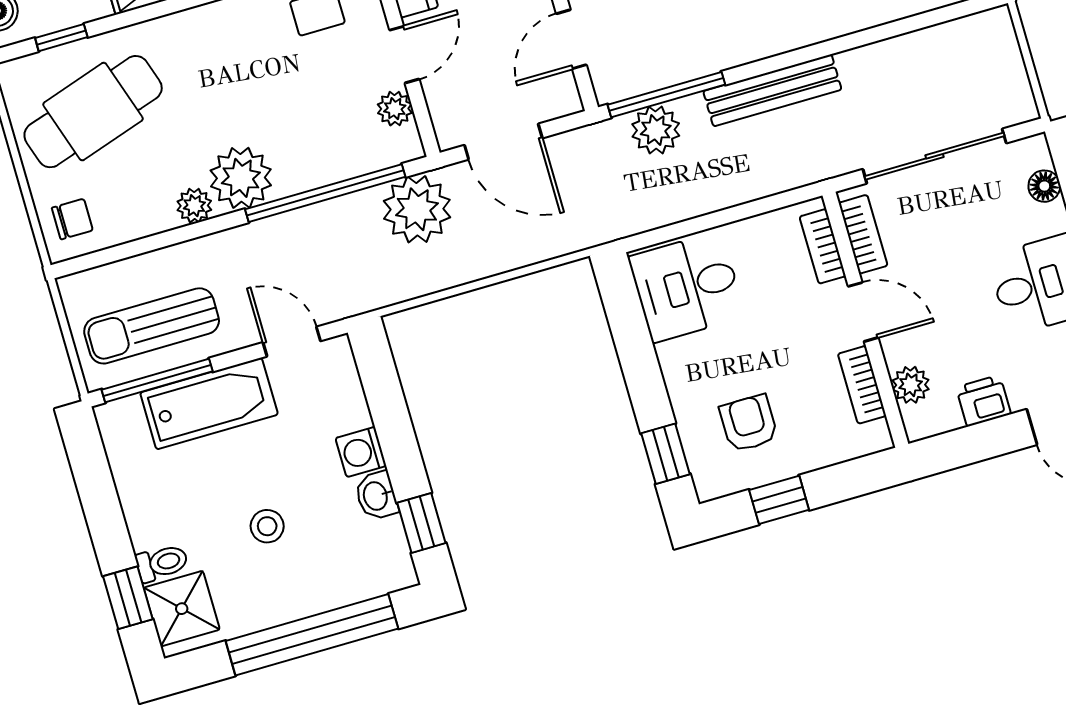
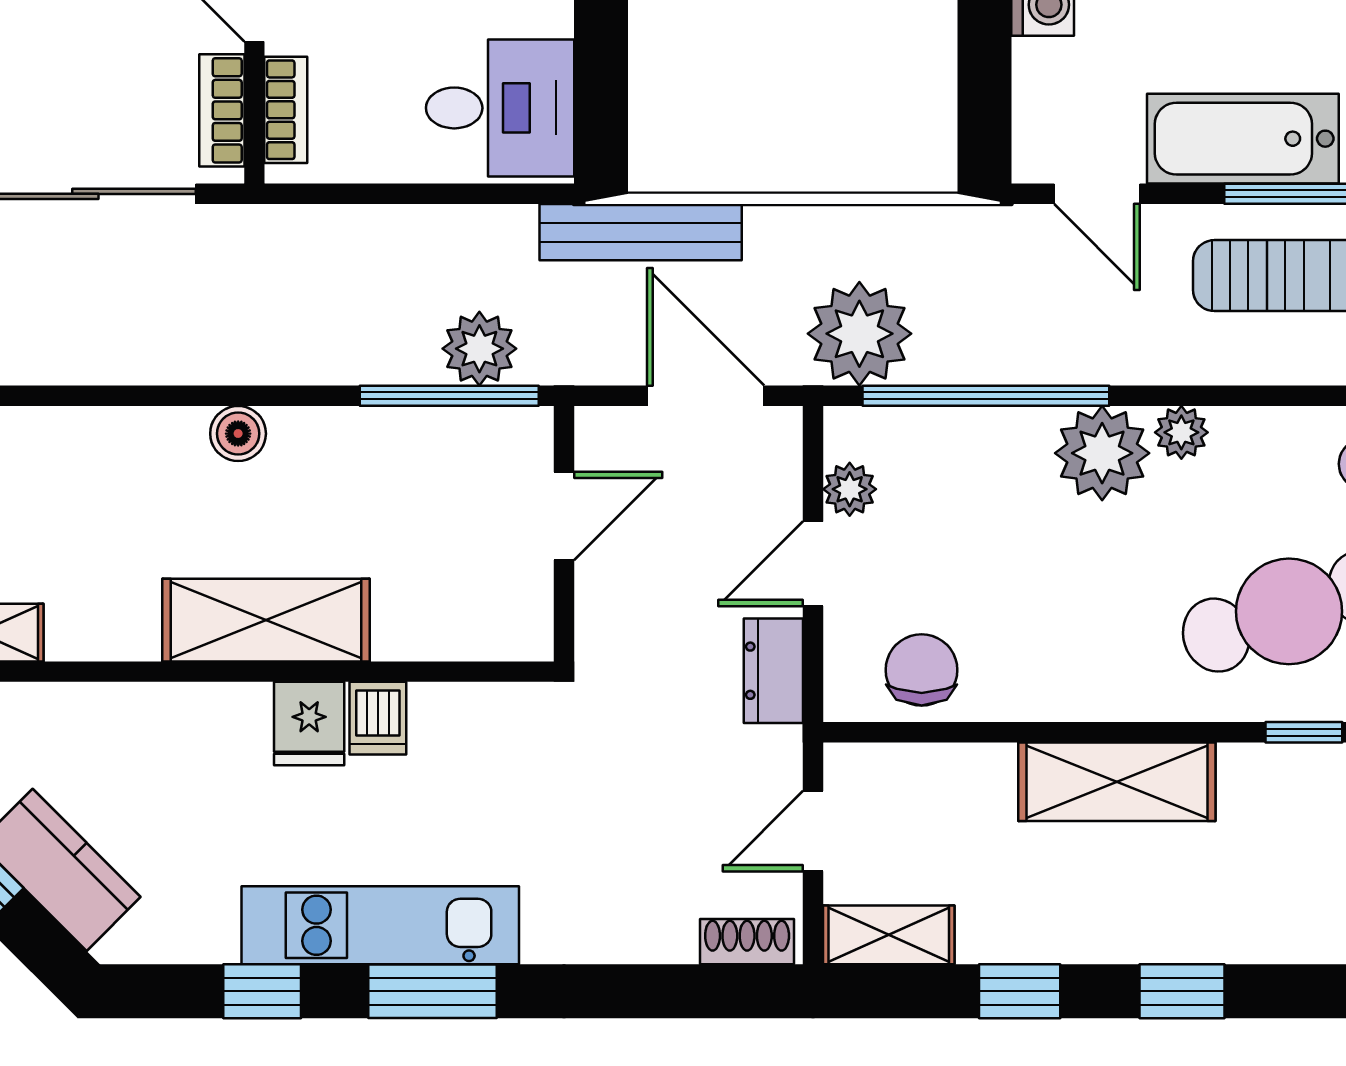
boiler: (794, 32) -> (238, 434), added
bench: (772, 90) -> (641, 232), moved

